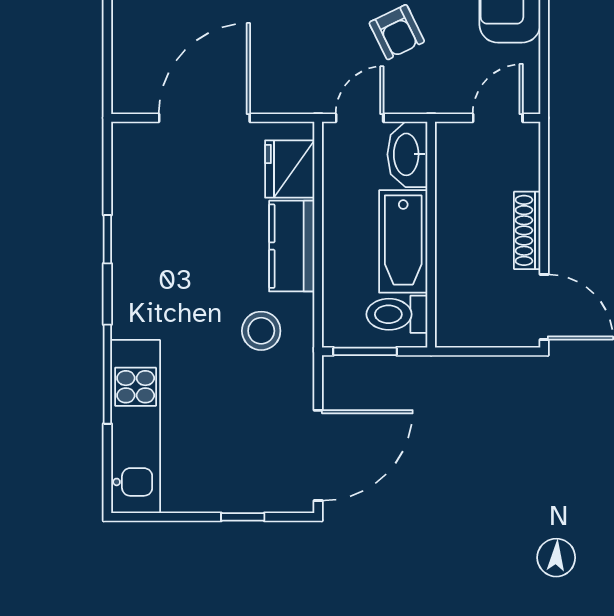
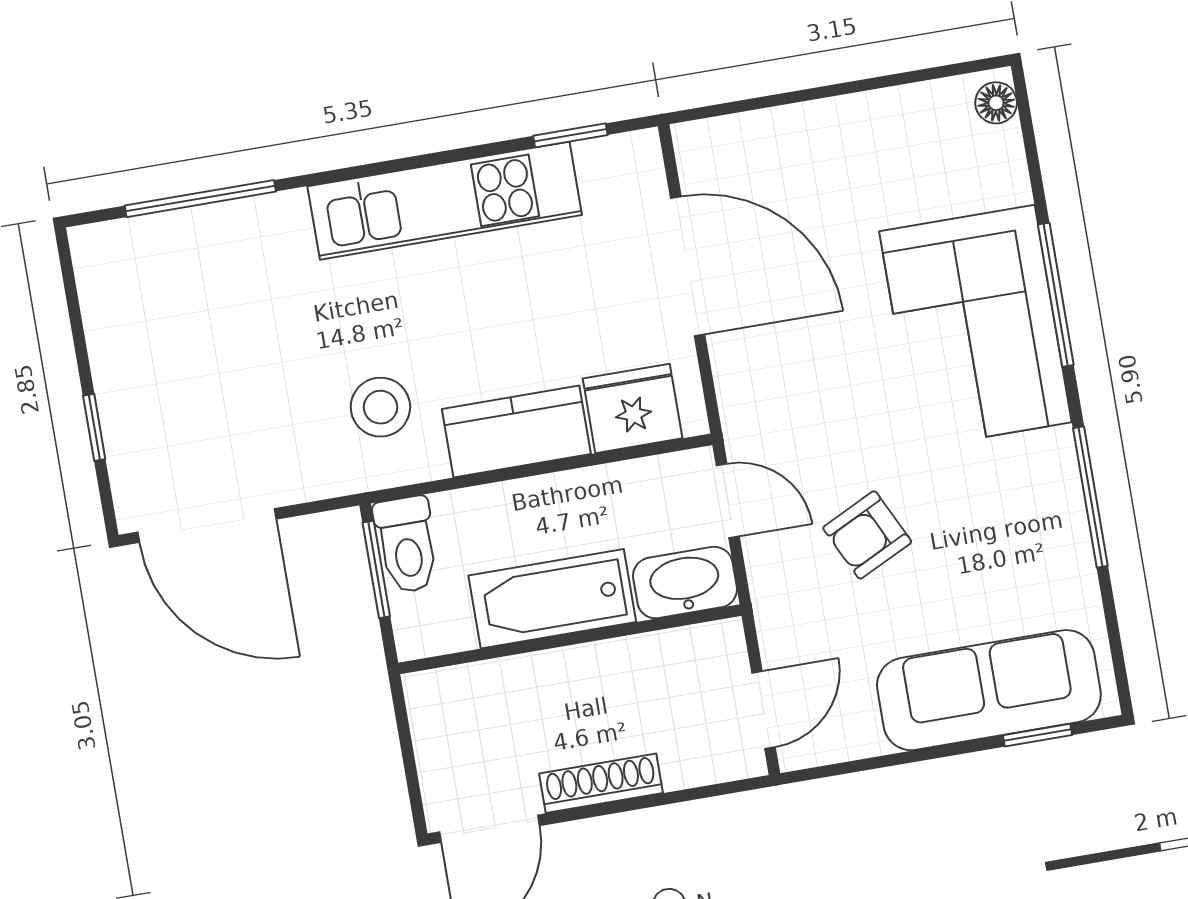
door: (498, 118) -> (764, 710), hinge flipped
window: (107, 239) -> (570, 135), moved
toilet: (397, 314) -> (407, 545), moved, turned 180
window: (107, 374) -> (200, 199), moved
kitchen unit: (136, 427) -> (445, 201), moved

